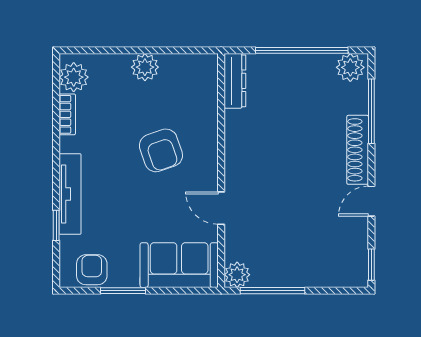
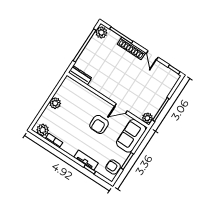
armchair: (161, 150) -> (99, 124), moved, turned 109
tv unit: (70, 194) -> (86, 160), width x0.71

